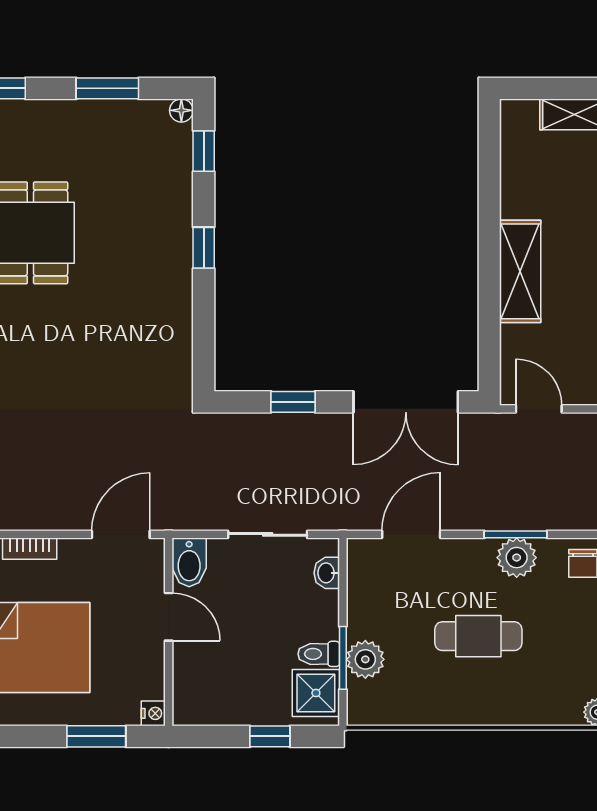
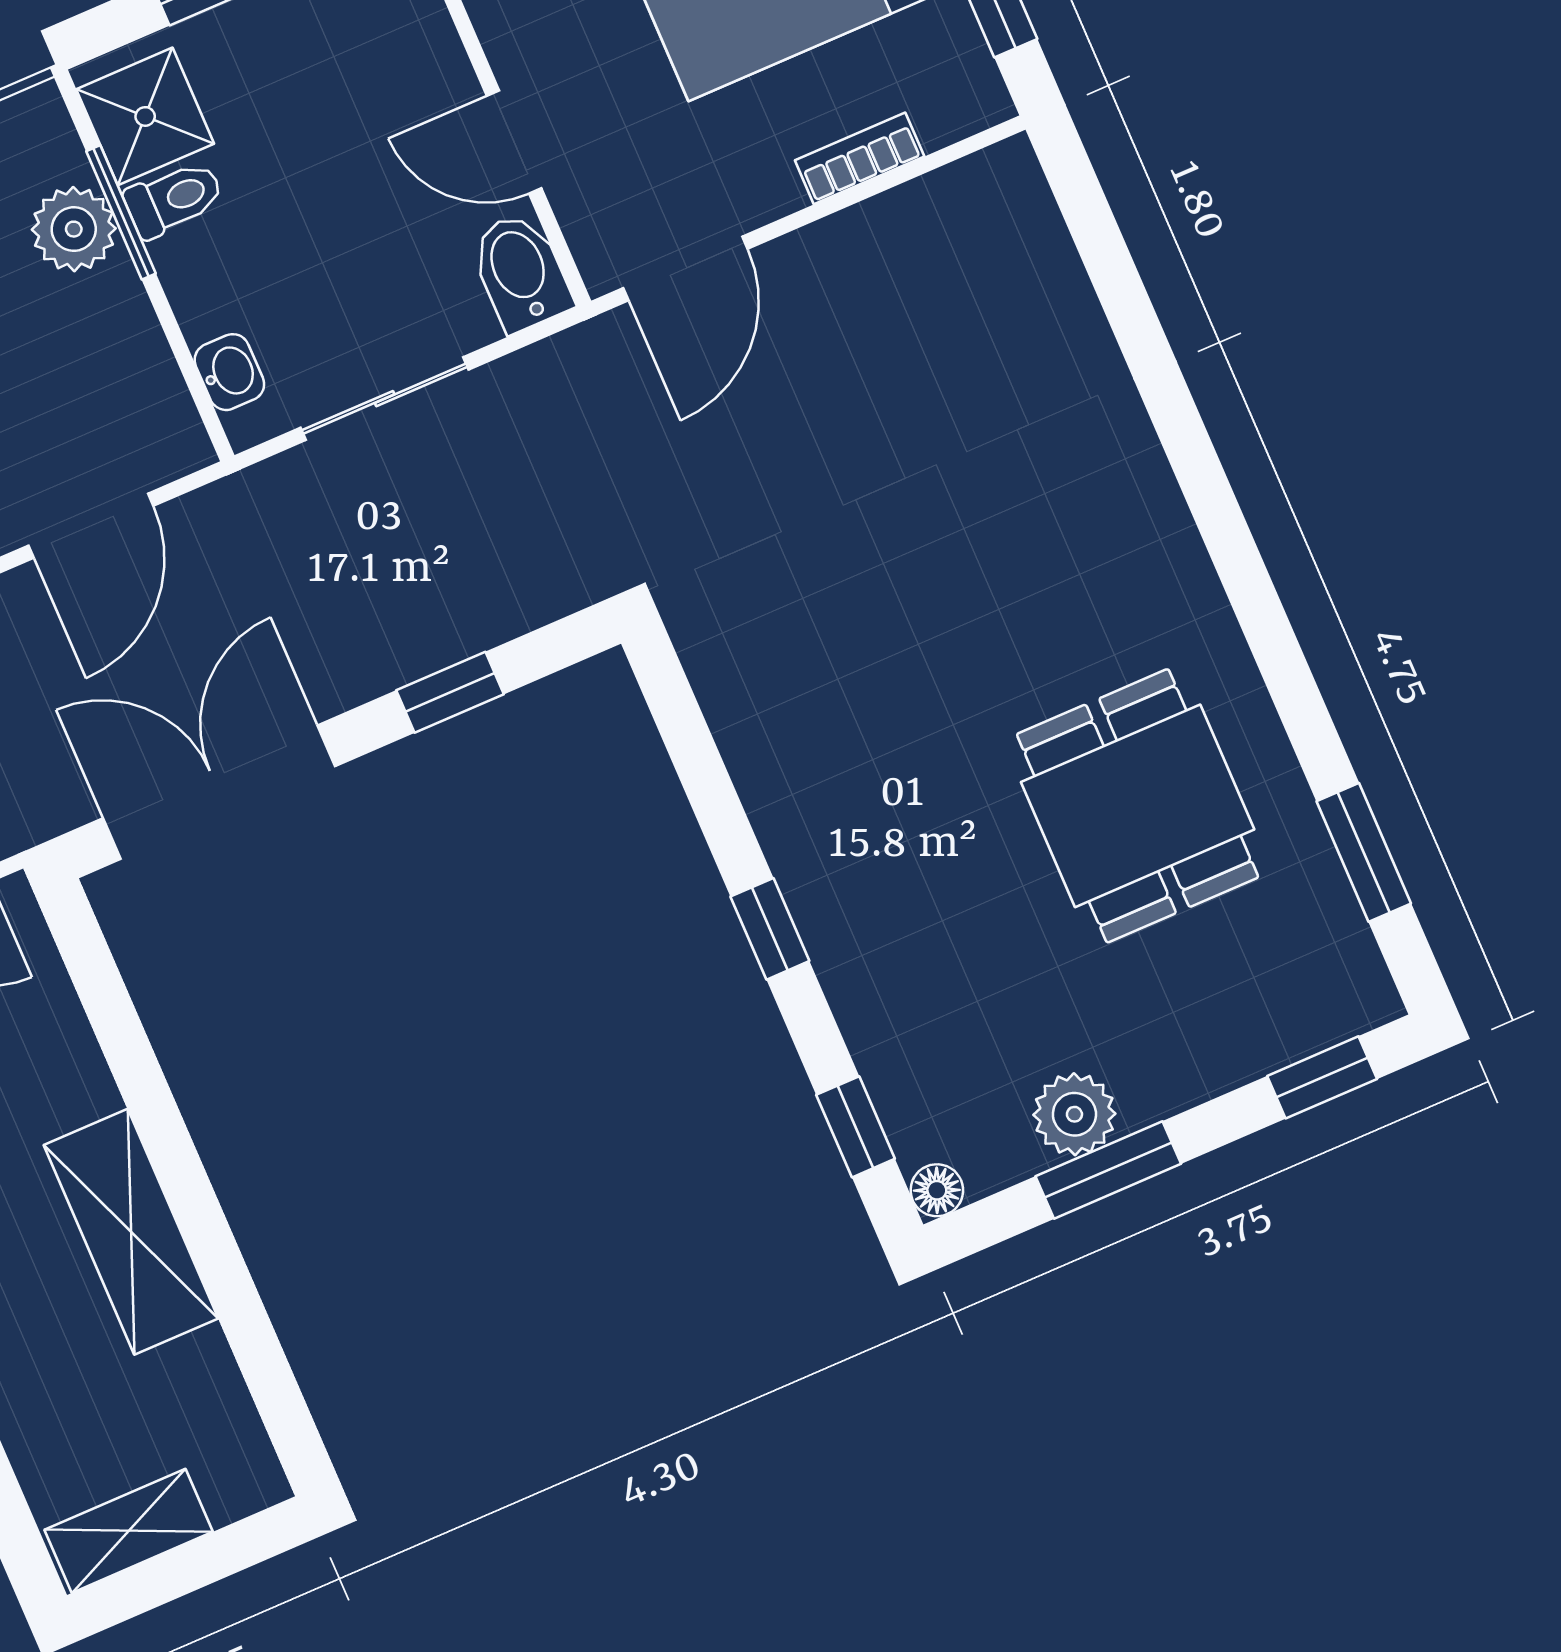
plant: (111, 117) -> (1074, 1114), added
shelving: (520, 271) -> (131, 1232), moved

